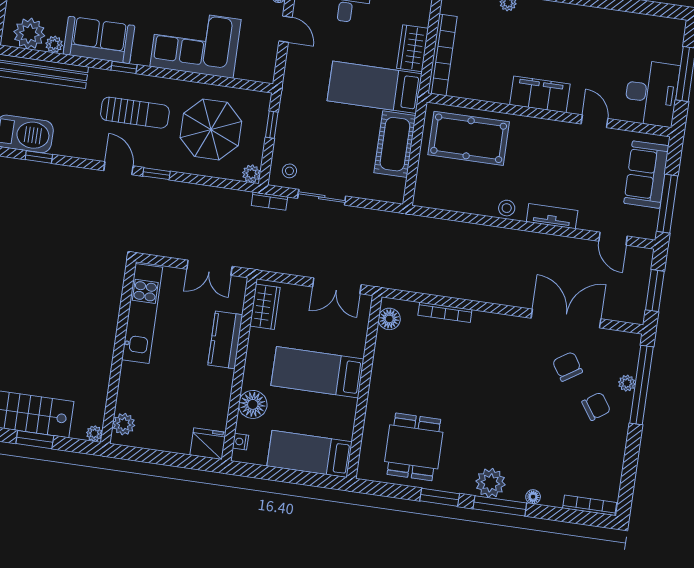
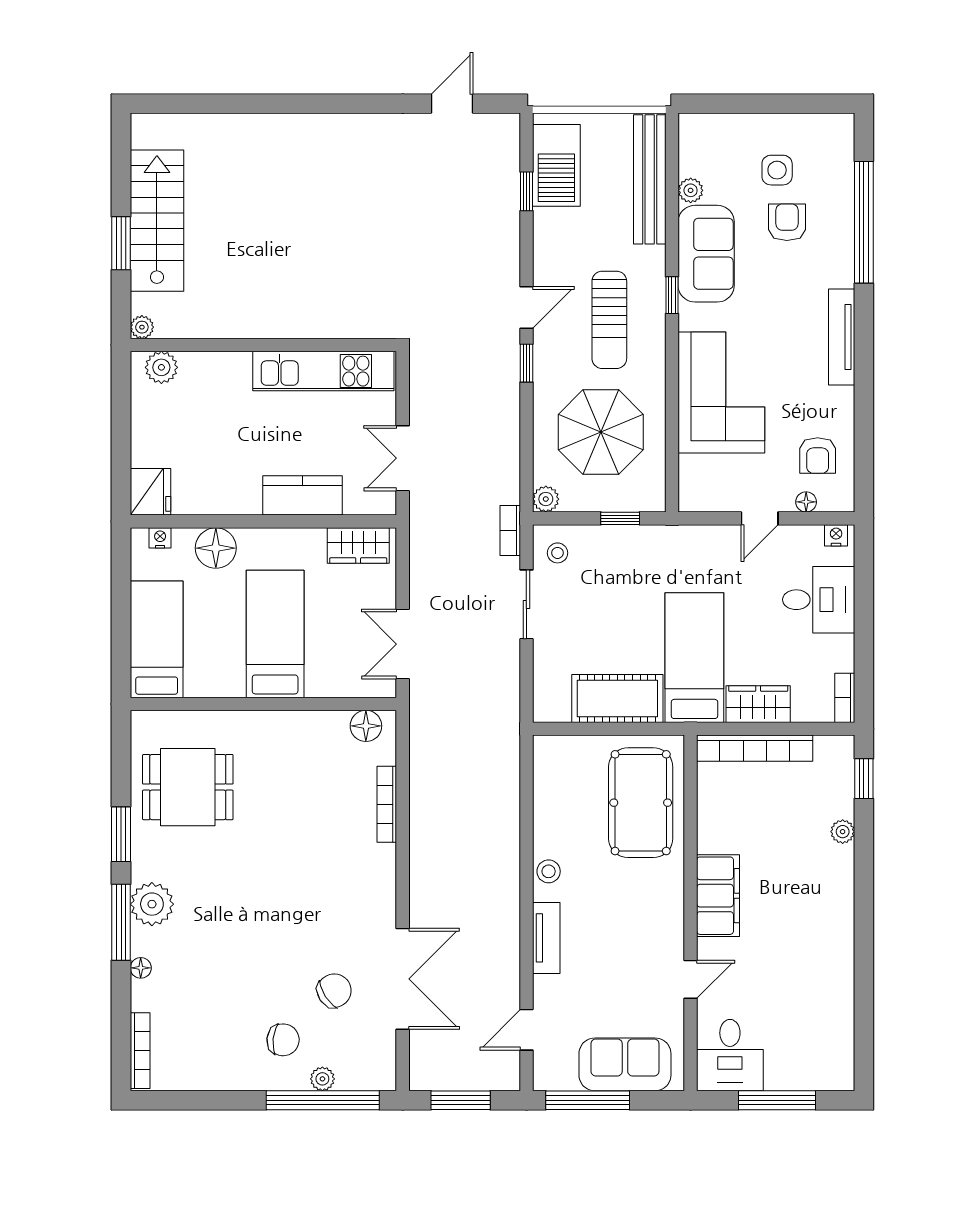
plant: (29, 34) -> (701, 153), removed
desk: (651, 93) -> (730, 1055), width x0.73
chair: (596, 406) -> (283, 1040), turned -49

